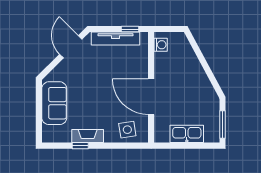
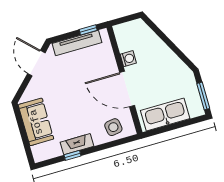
washing machine: (161, 45) -> (128, 59), moved
kitchen sink: (187, 134) -> (165, 115), width x1.36, depth x1.24

